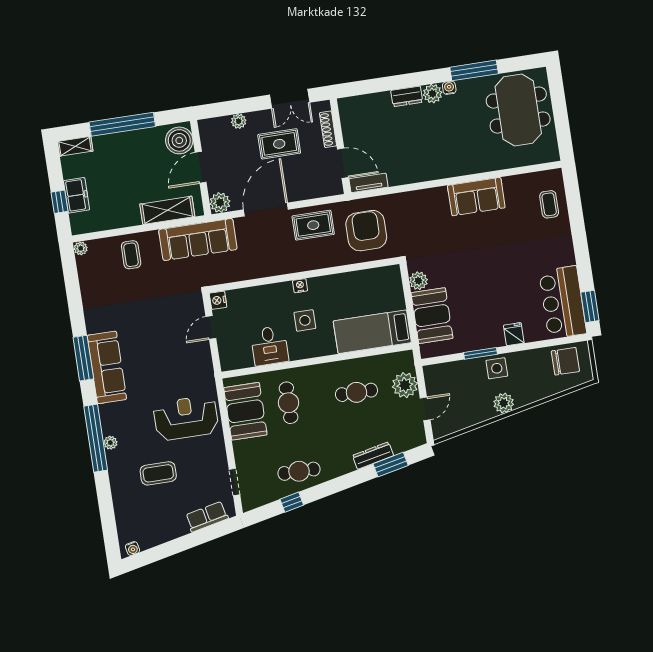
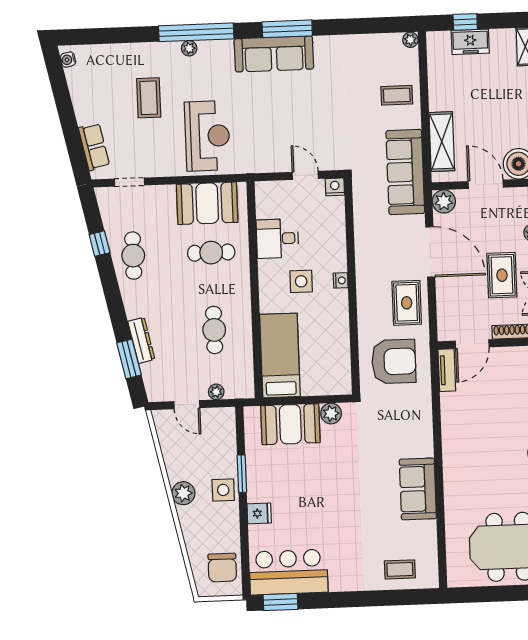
plant: (405, 385) -> (216, 392), width x0.53, depth x0.53

